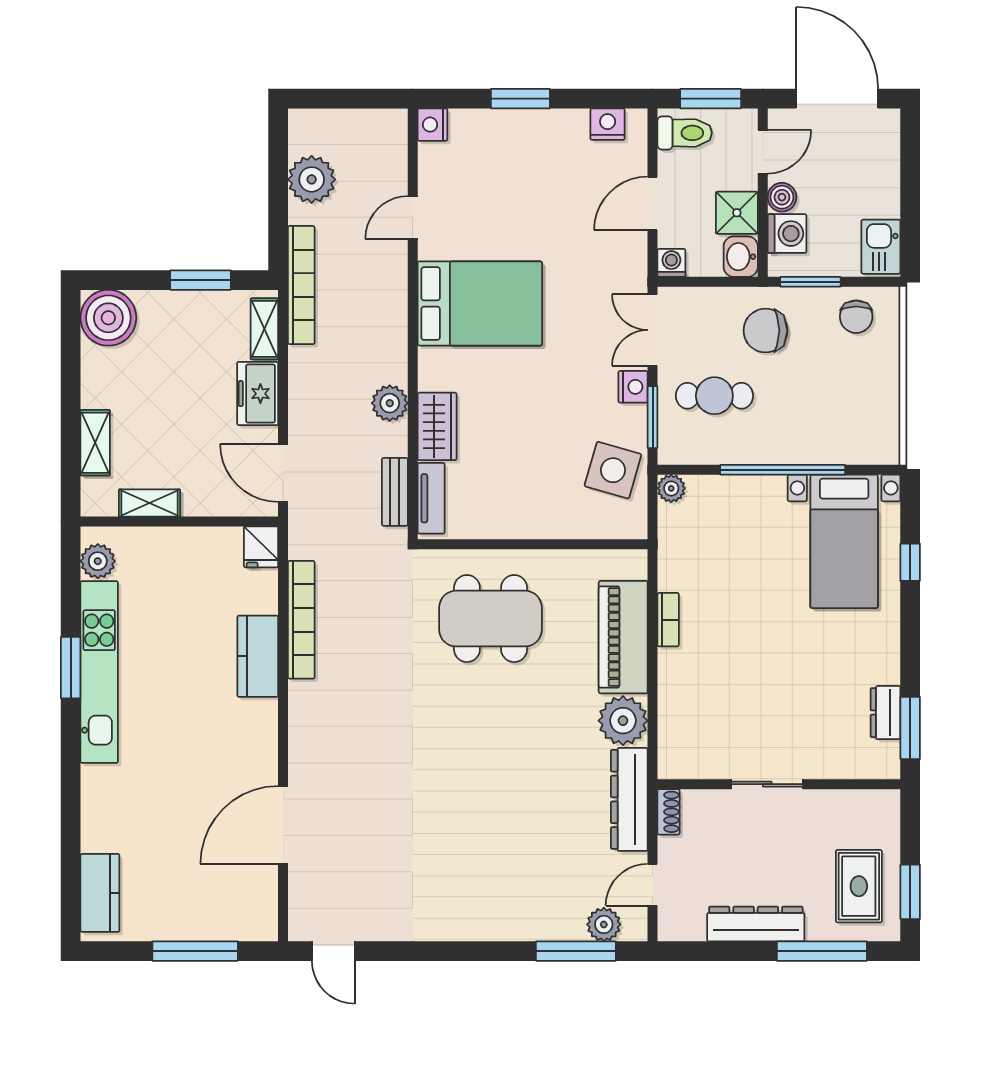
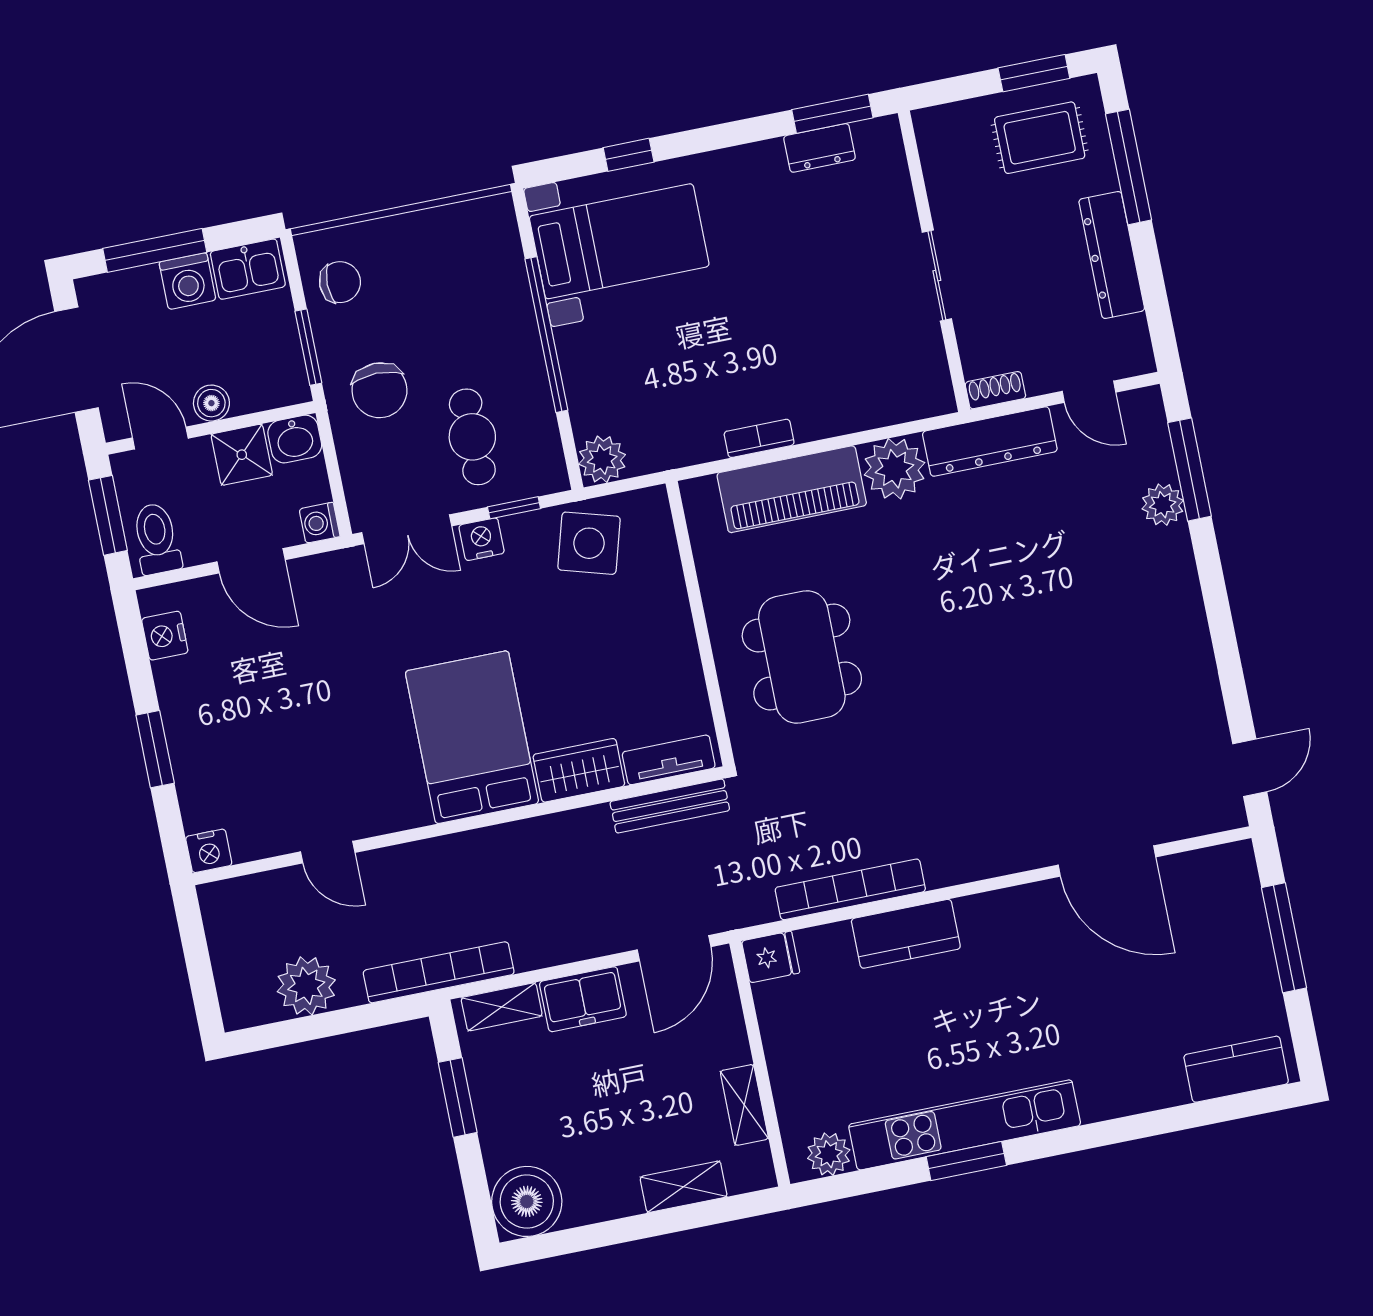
window: (910, 177) -> (155, 250), added
washing machine: (787, 234) -> (187, 281), moved, turned 180
bed: (480, 303) -> (472, 737), moved
plant: (390, 403) -> (562, 834), removed
window: (653, 417) -> (514, 508), width x0.67
plant: (671, 488) -> (602, 459), width x1.38, depth x1.38
bench: (395, 492) -> (670, 806), width x1.36
plant: (604, 924) -> (1163, 505), moved

